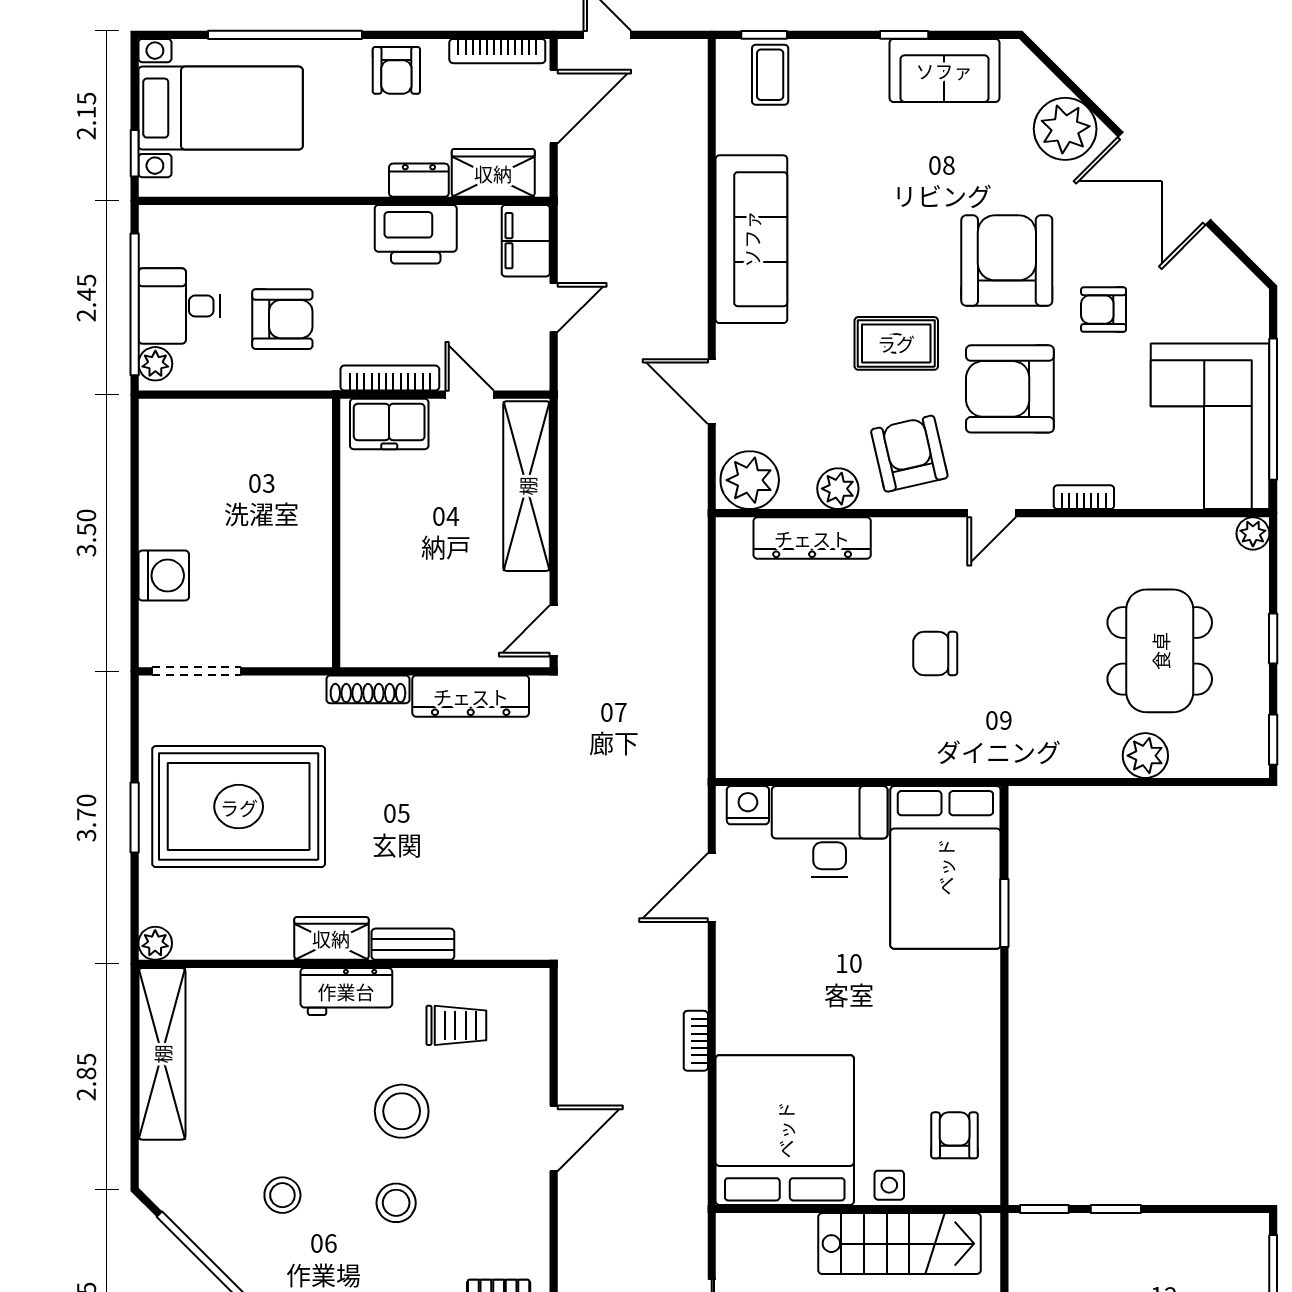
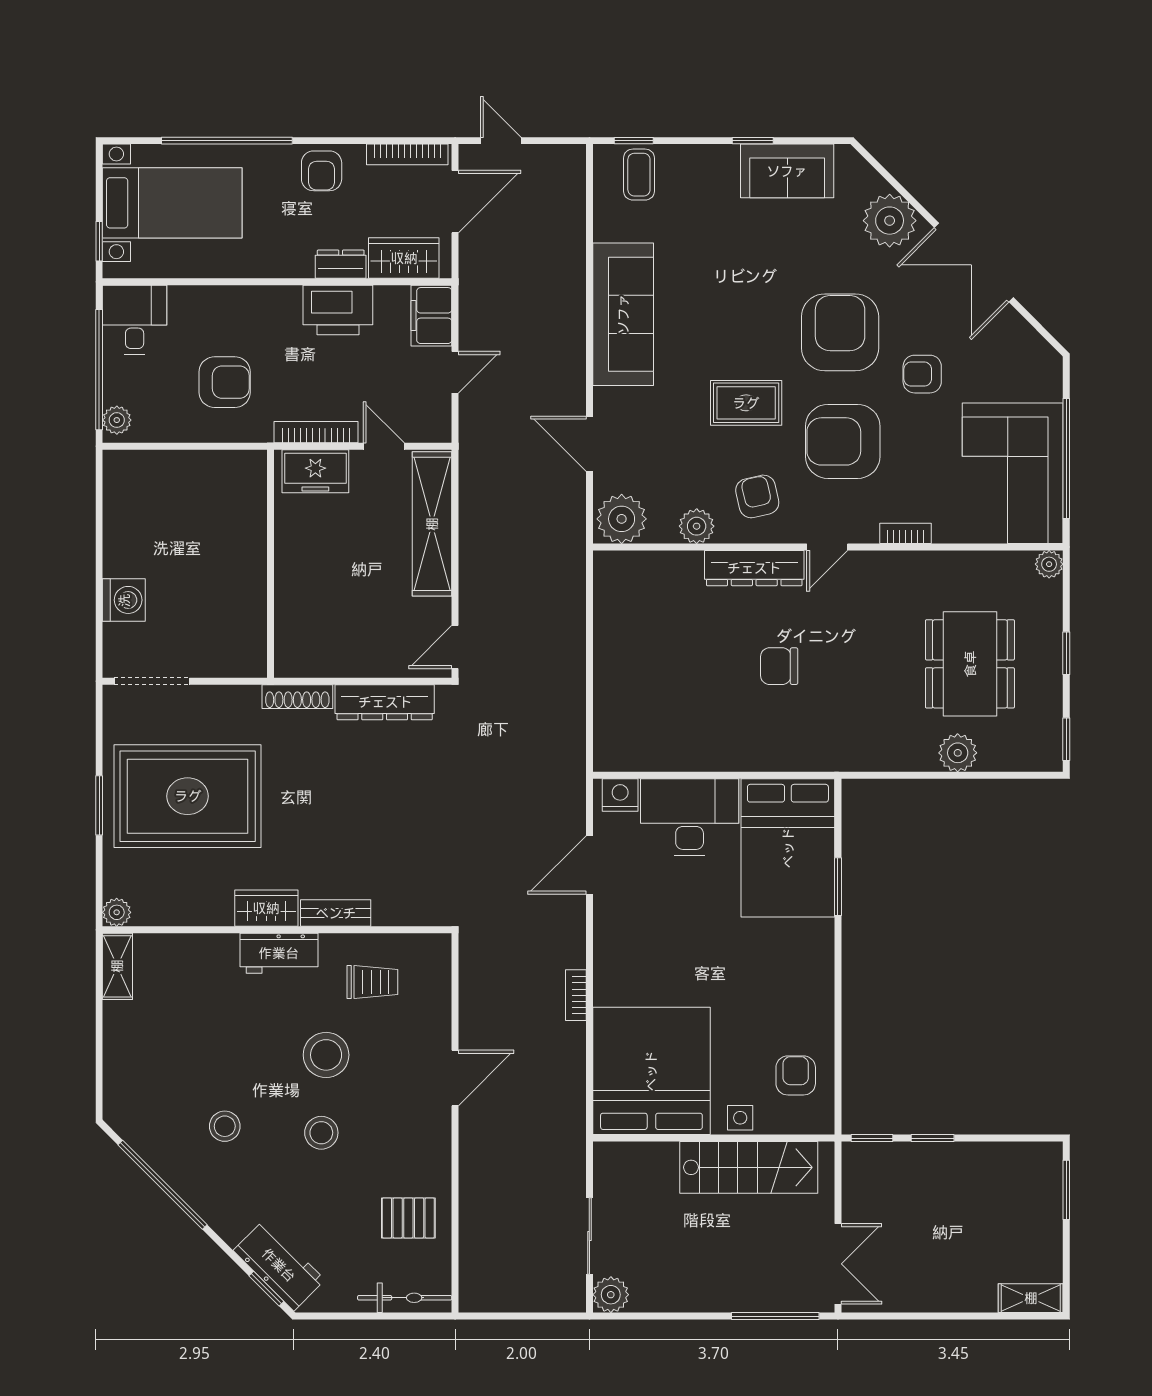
desk: (179, 306) -> (135, 320), moved, turned 90
armchair: (909, 454) -> (757, 496), width x0.72, depth x0.72
dresser: (812, 538) -> (754, 568), moved
shelving: (162, 1054) -> (117, 966), width x0.45, depth x0.75

